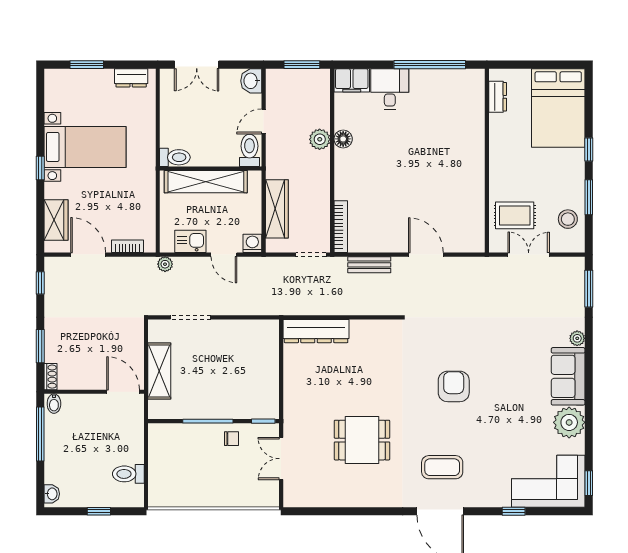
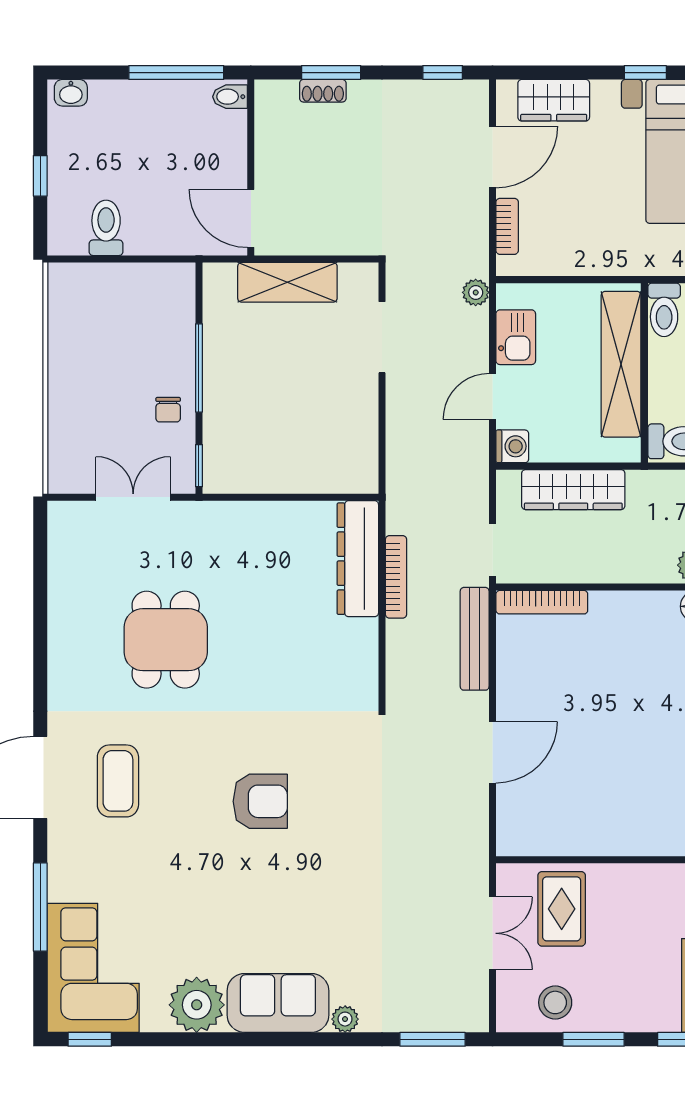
bench: (369, 265) -> (475, 639), width x1.36
bookcase: (326, 309) -> (396, 577), added
shoe rack: (51, 377) -> (323, 91), moved
door: (123, 392) -> (251, 218), swing flipped
window: (514, 511) -> (40, 907), width x2.17

